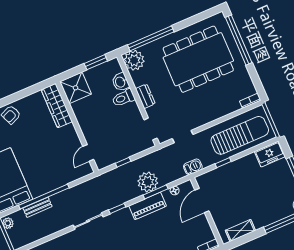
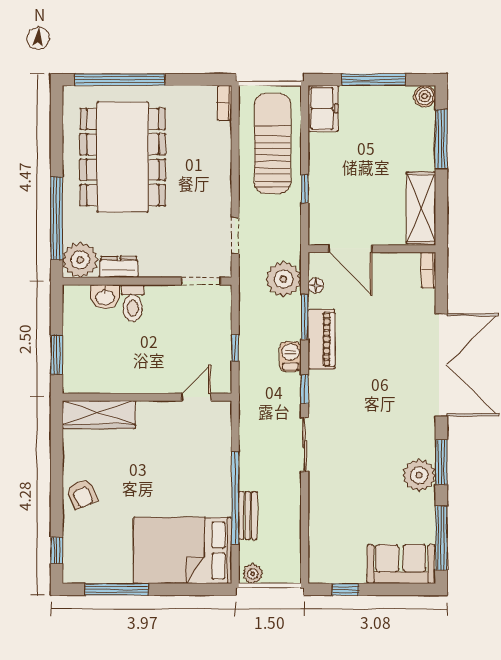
window: (96, 62) -> (57, 355), moved
shower: (76, 88) -> (84, 372), removed
dresser: (145, 96) -> (119, 267), moved
door: (88, 153) -> (196, 397), swing flipped
barbecue: (193, 167) -> (290, 357), moved
plant: (148, 182) -> (283, 279), moved
shelving: (240, 230) -> (421, 208), width x1.50, depth x1.33

